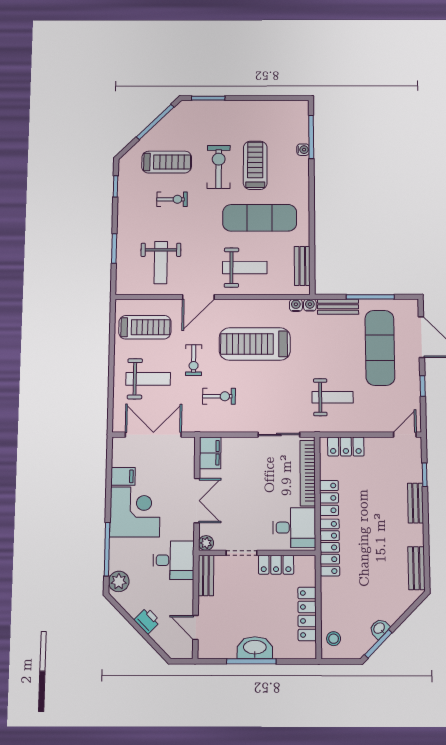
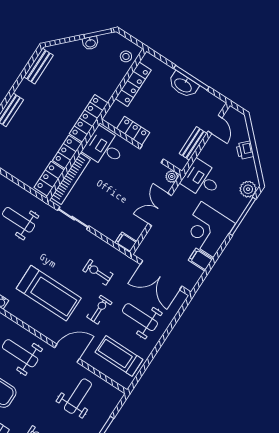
locker: (346, 447) -> (49, 179), moved, turned -90
filing cabinet: (210, 453) -> (126, 242), width x0.50
bench: (206, 575) -> (193, 143), moved

